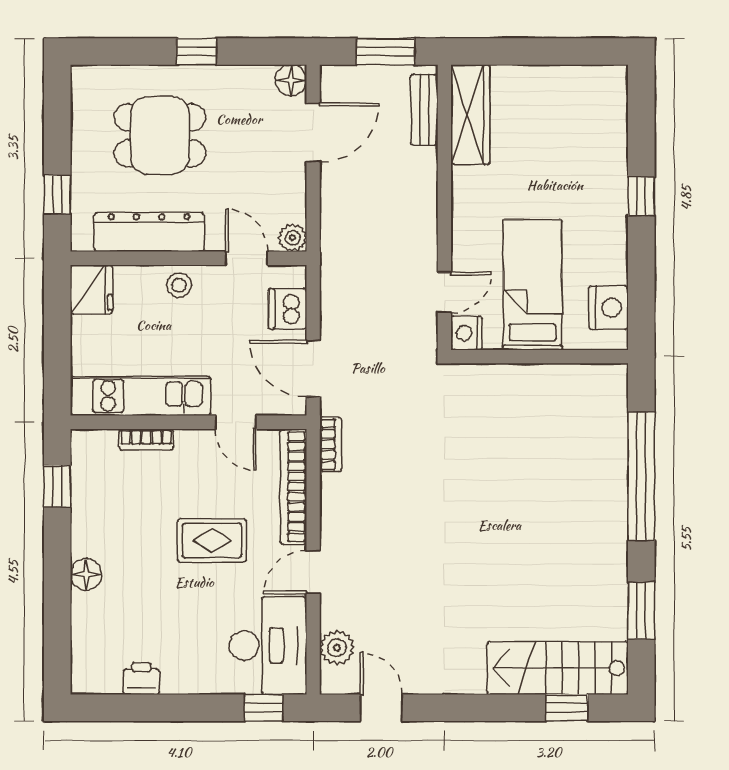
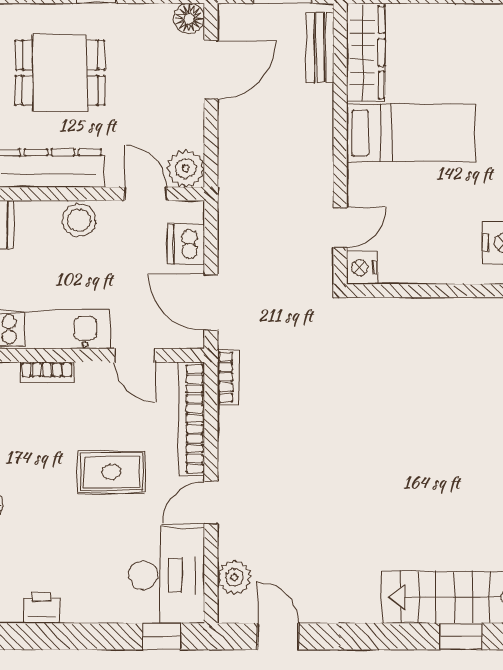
plant: (293, 238) -> (186, 168), width x1.38, depth x1.38
stool: (179, 285) -> (79, 220), width x1.37, depth x1.37
bed: (533, 285) -> (411, 133), moved, turned 90

